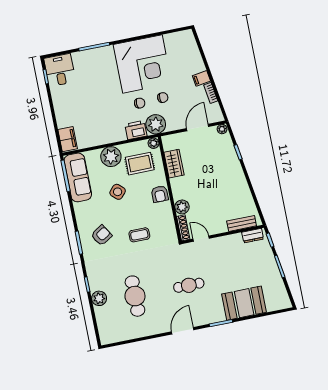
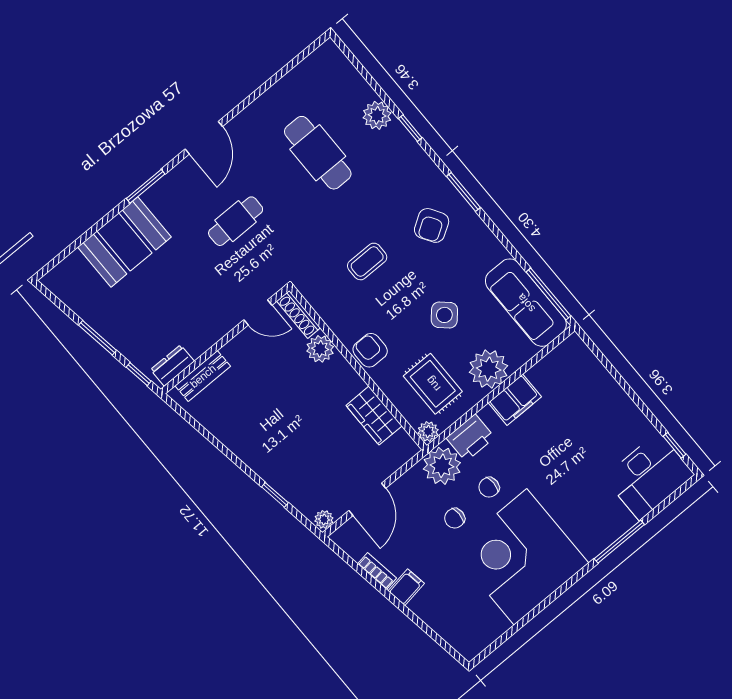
desk: (60, 70) -> (649, 476), width x1.37
filing cabinet: (68, 139) -> (515, 400), moved, turned -90
rug: (140, 164) -> (433, 384), turned 90

